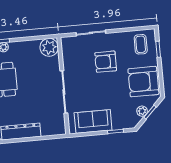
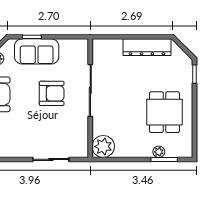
armchair: (106, 62) -> (52, 93), moved
sofa: (93, 121) -> (37, 51), moved

